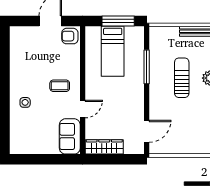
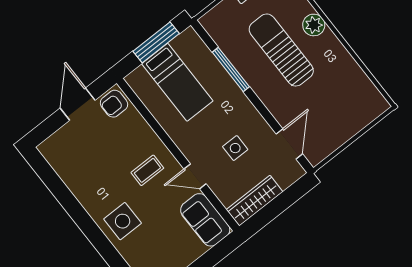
sun lounger: (182, 78) -> (281, 50), width x1.36, depth x1.34
side table: (25, 102) -> (123, 221), width x1.87, depth x1.87
door: (83, 109) -> (195, 176), swing flipped
side table: (116, 111) -> (235, 148), added

